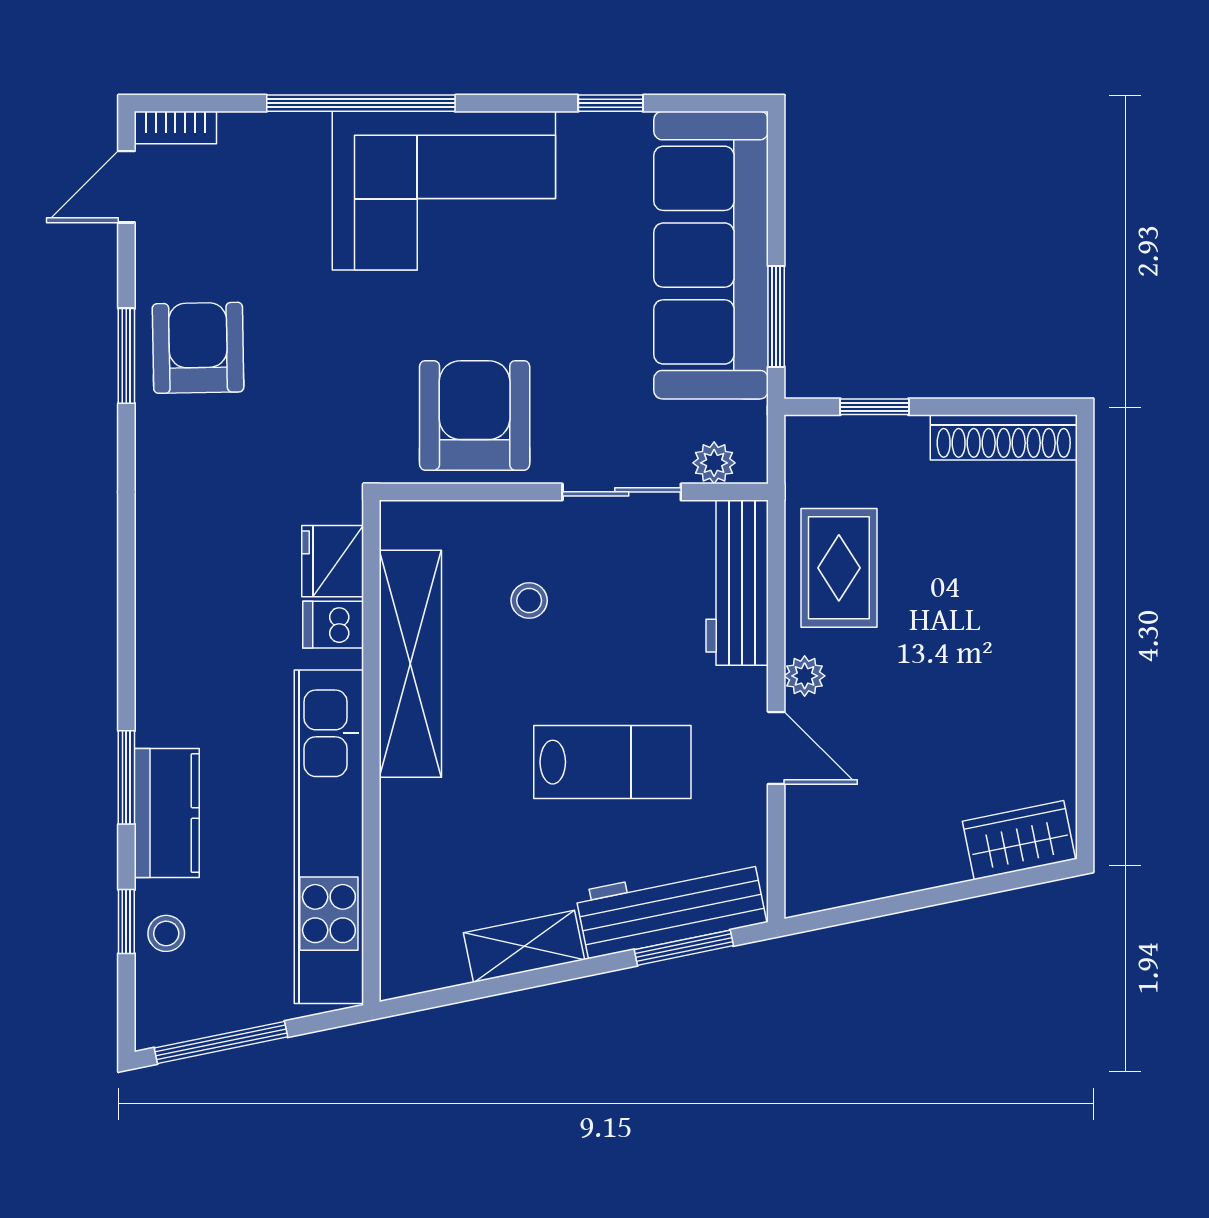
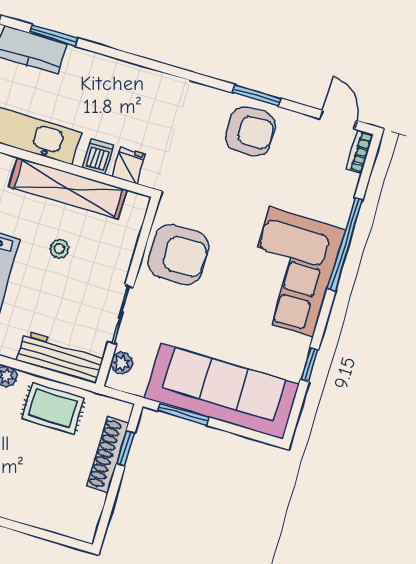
shoe rack: (1004, 437) -> (108, 454), moved
fridge: (333, 561) -> (129, 166), width x0.72
stool: (529, 601) -> (59, 249), moved

